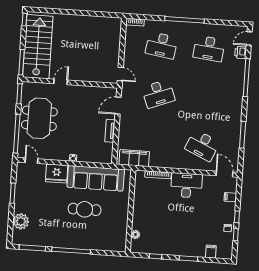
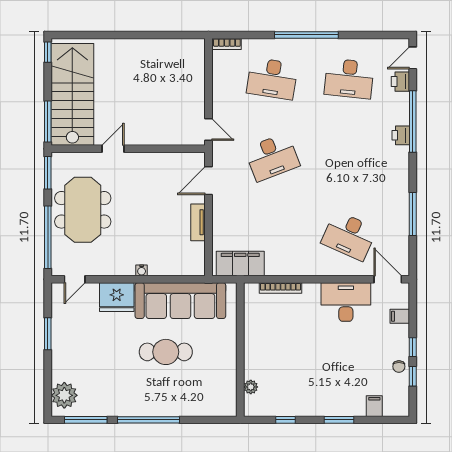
printer: (238, 86) -> (401, 135), added
door: (31, 161) -> (75, 279), swing flipped
desk: (186, 185) -> (346, 302), moved
plant: (21, 221) -> (64, 395), moved

